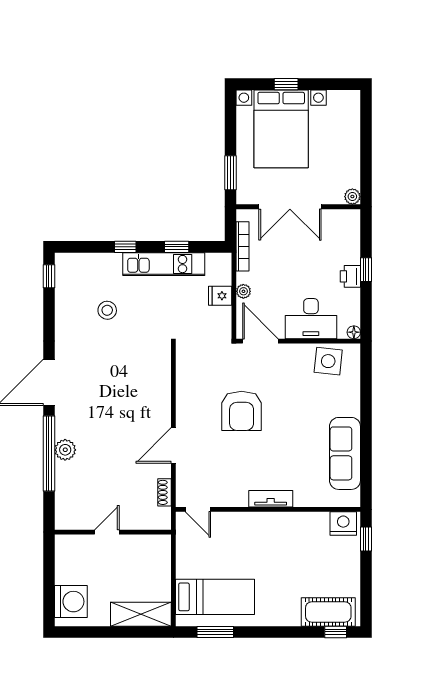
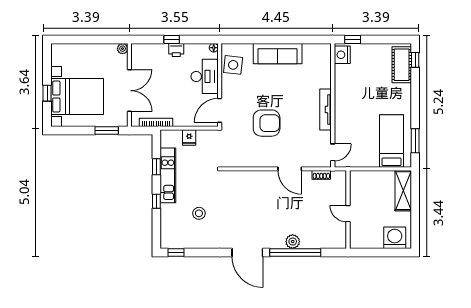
plant: (243, 291) -> (186, 122), removed
sofa: (345, 453) -> (278, 54), moved
tv unit: (271, 499) -> (326, 109), width x1.41

